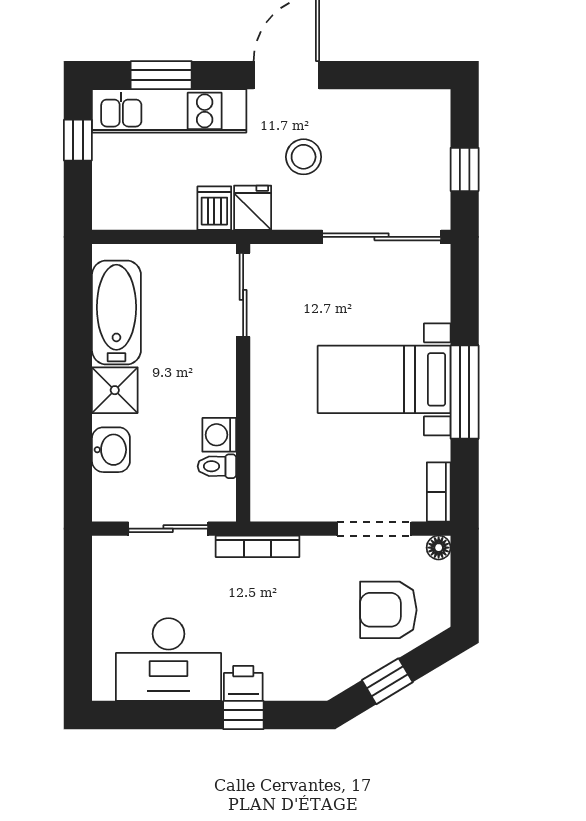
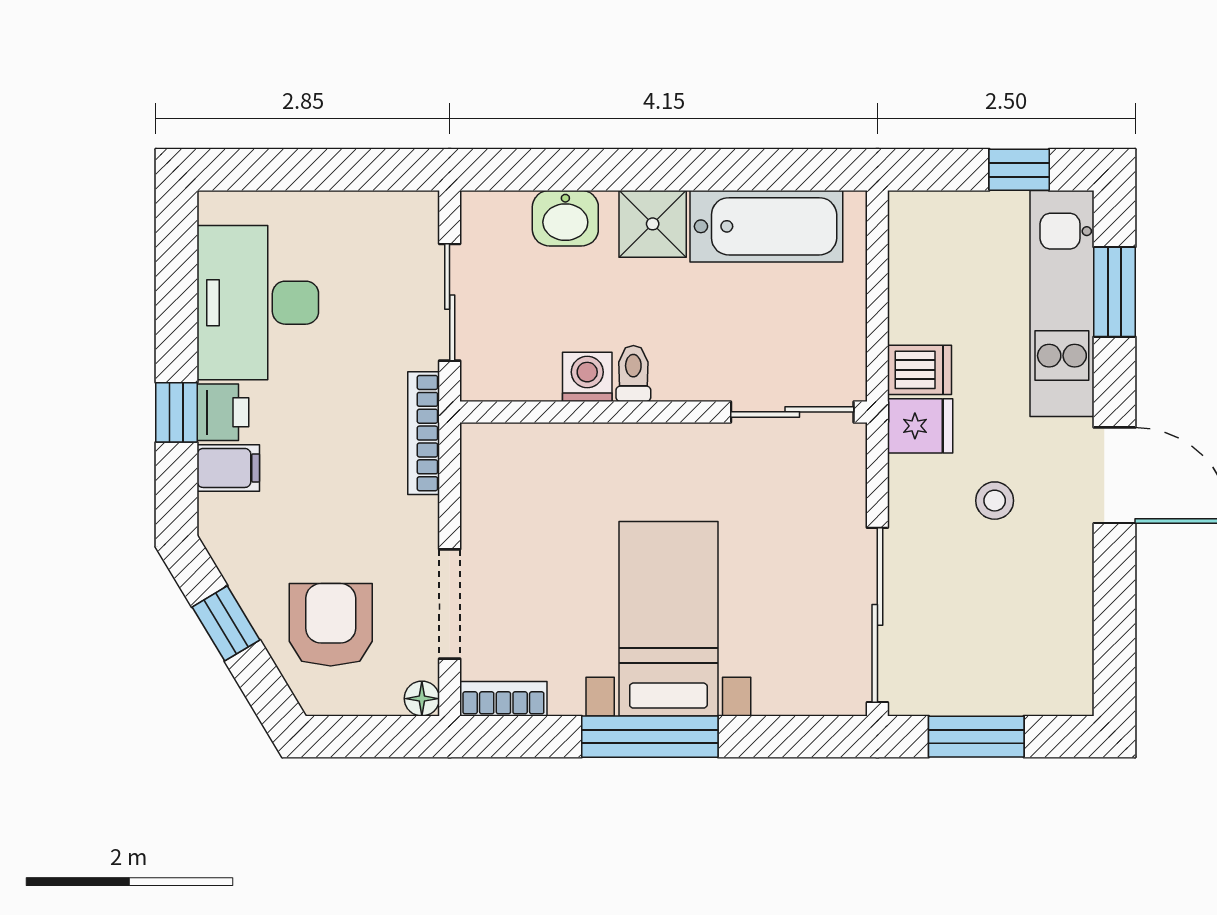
stool: (304, 157) -> (995, 501), width x0.73, depth x0.73
window: (465, 169) -> (976, 737), width x1.50
toilet: (217, 466) -> (633, 374), moved
filing cabinet: (281, 680) -> (228, 468), added

